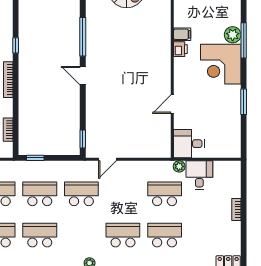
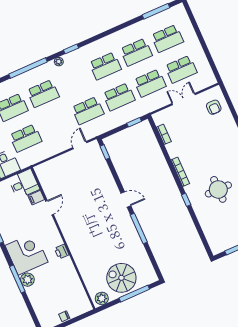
filing cabinet: (182, 34) -> (36, 198), moved
plant: (179, 166) -> (24, 163), removed

